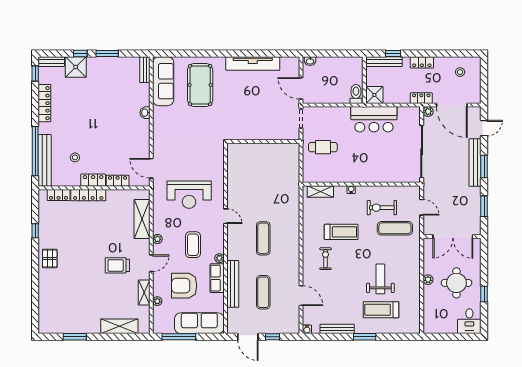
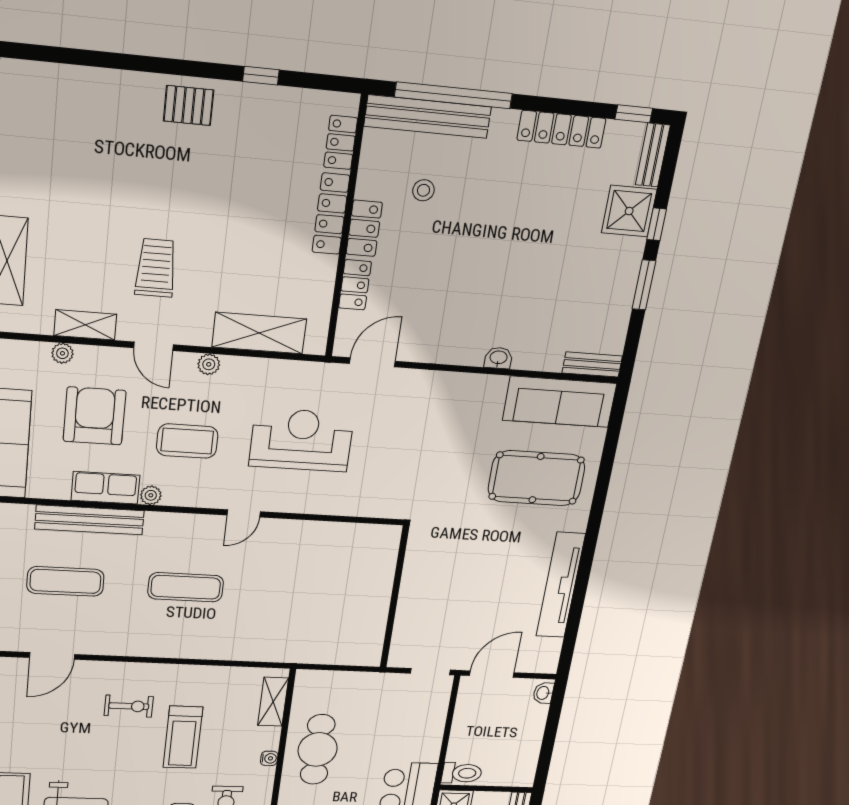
cafe table: (323, 147) -> (318, 749), moved, width x1.37, depth x1.35
reception desk: (189, 195) -> (301, 440), turned 90

